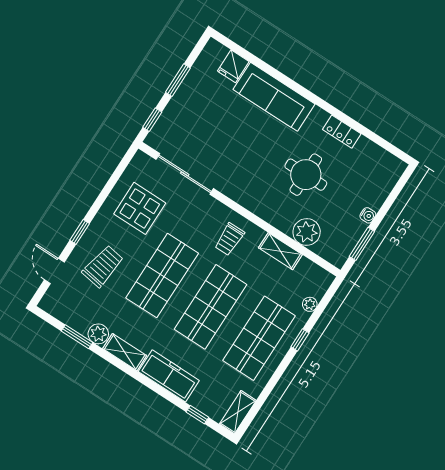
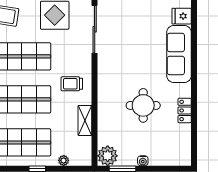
plant: (307, 232) -> (108, 156), moved

